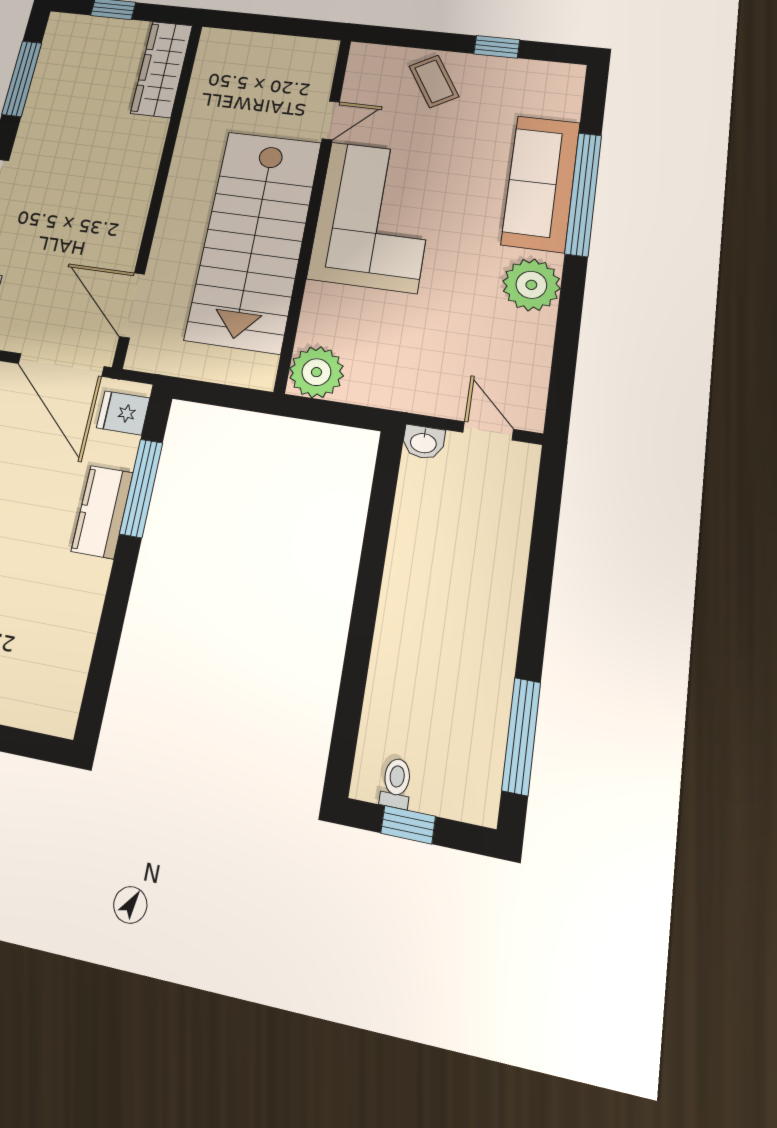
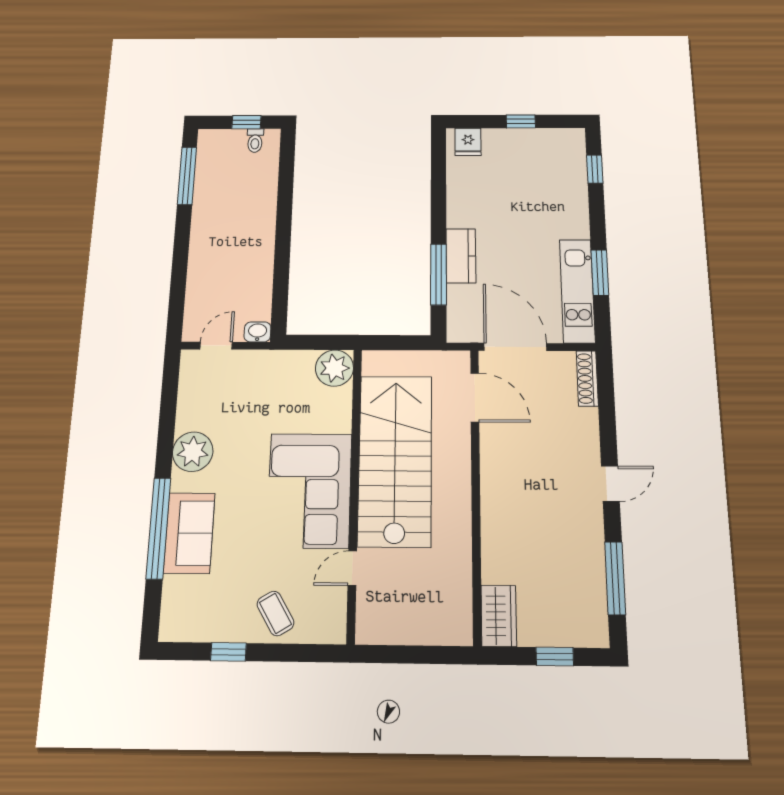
wardrobe: (162, 69) -> (499, 616), width x0.67
sofa: (541, 183) -> (189, 533), width x0.73
fridge: (123, 413) -> (468, 142), moved, turned 90
door: (488, 431) -> (216, 346), swing flipped

